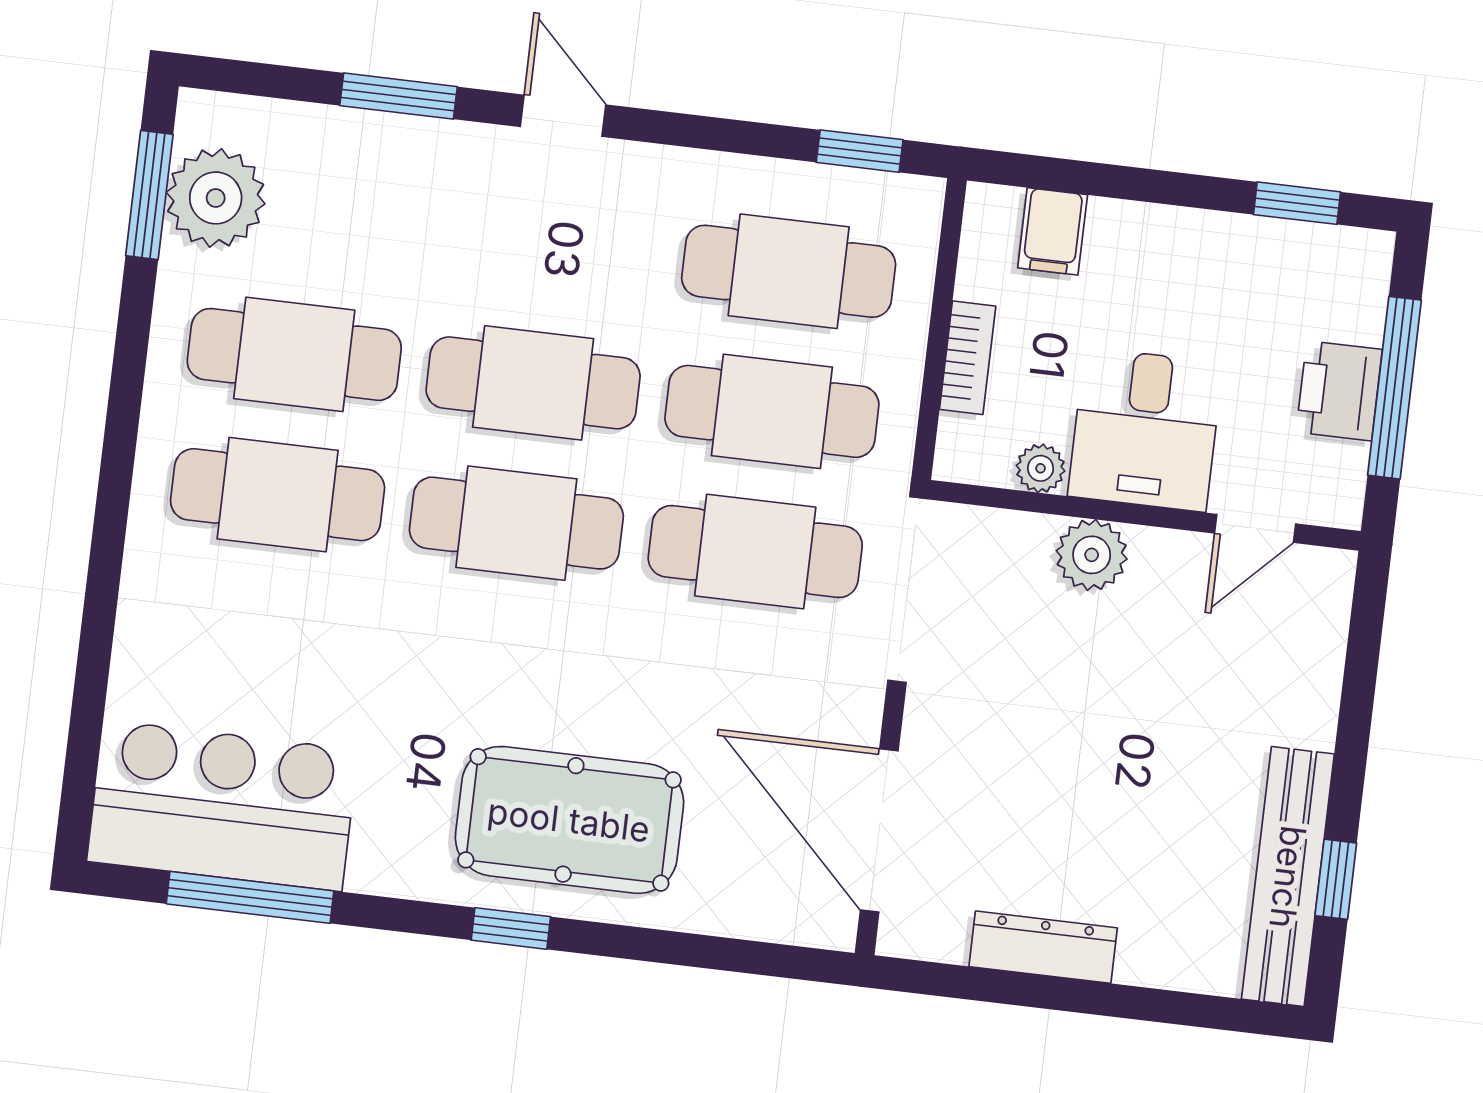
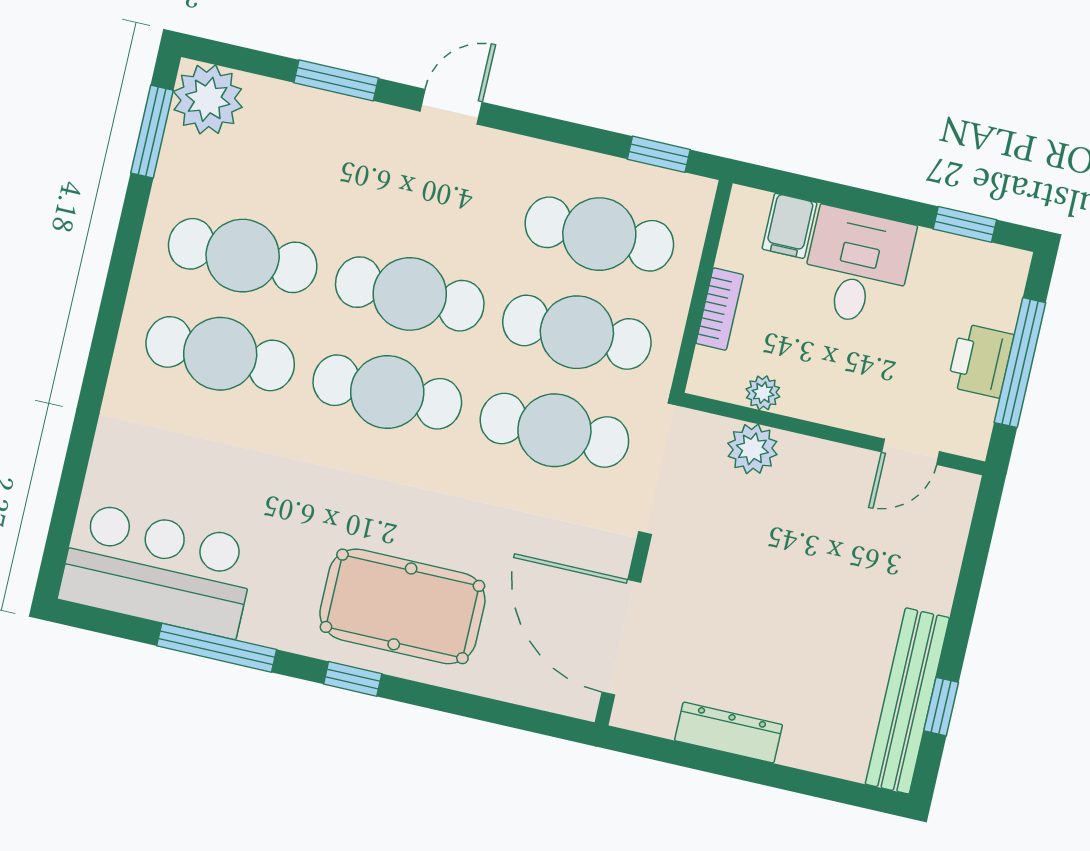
door: (563, 116) -> (451, 107), hinge flipped
plant: (216, 198) -> (208, 99), moved
desk: (1145, 430) -> (857, 267), moved, turned 180
plant: (1092, 555) -> (752, 449), moved
window: (250, 897) -> (217, 648), moved

